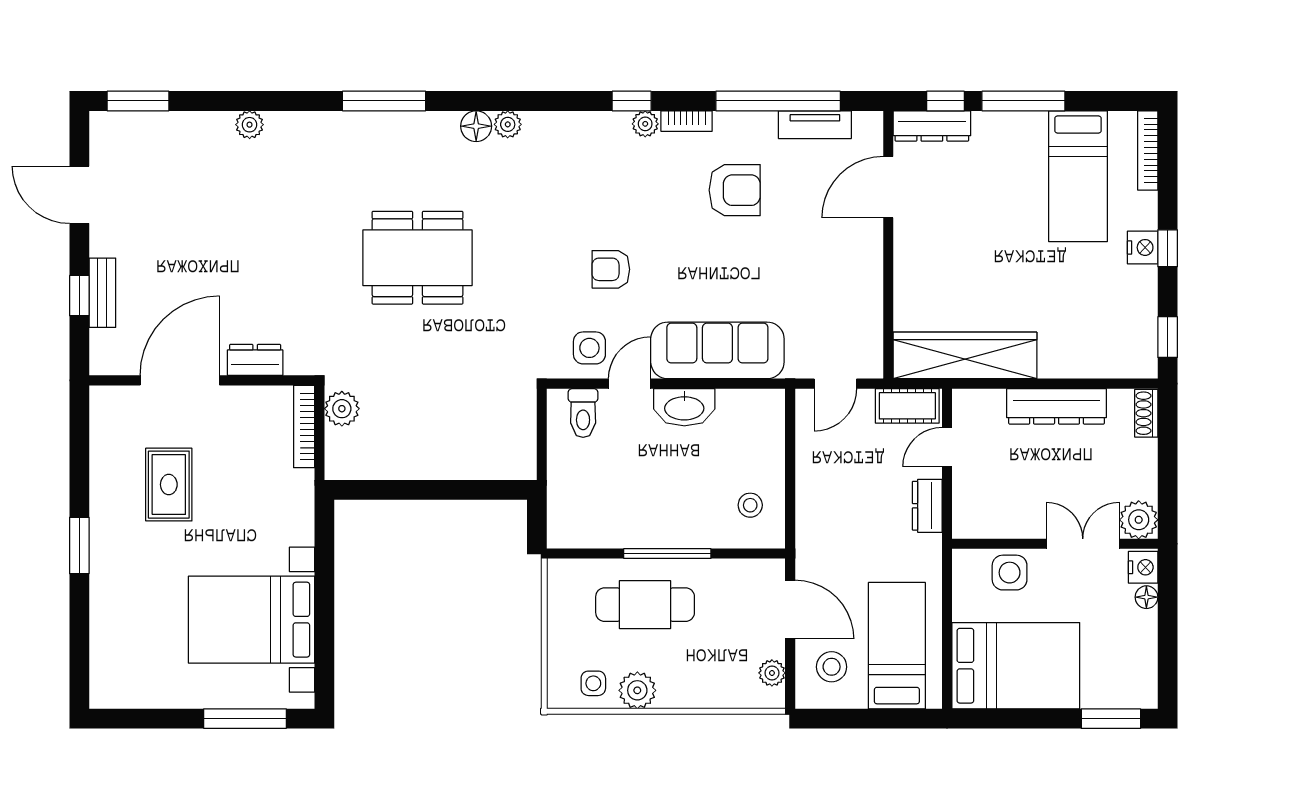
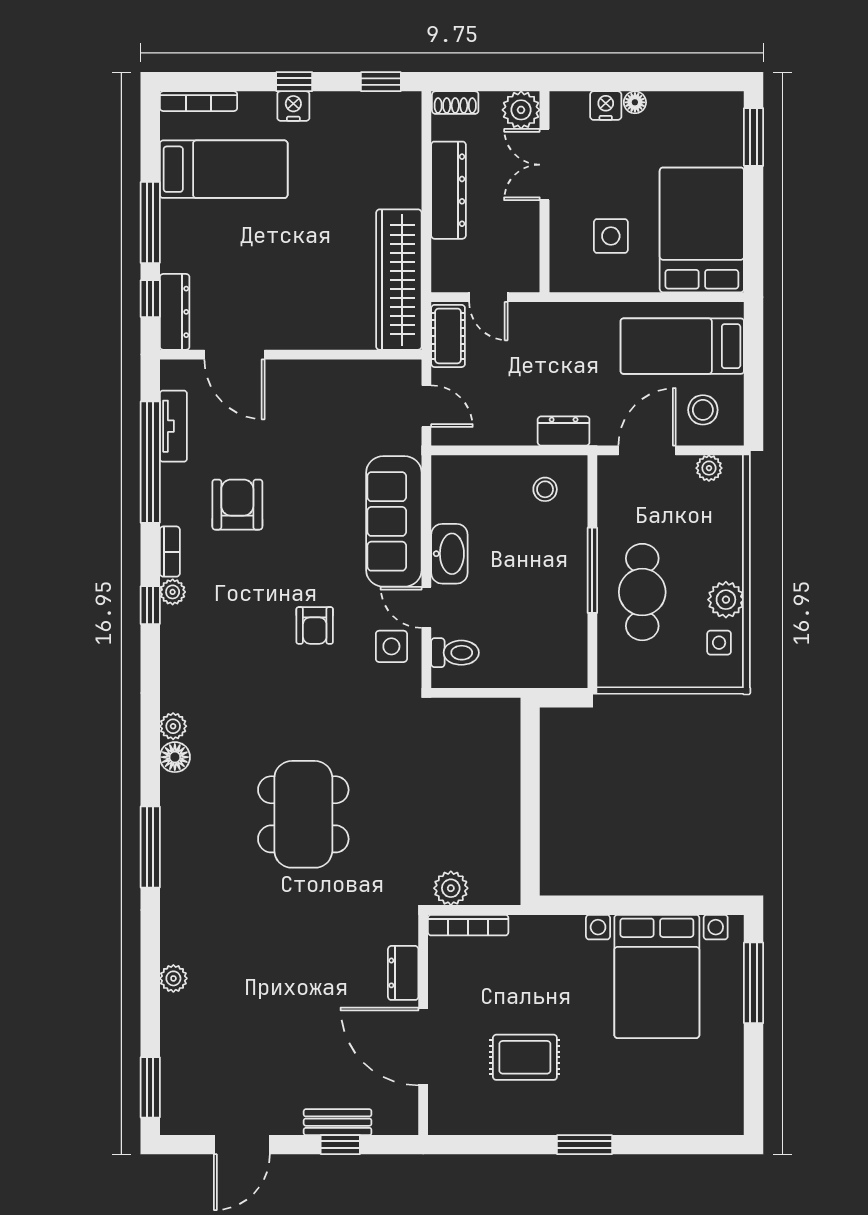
dresser: (927, 506) -> (564, 431), moved, turned 180
plant: (1139, 520) -> (521, 110), moved
wall: (1055, 544) -> (544, 192), moved
double door: (1083, 544) -> (544, 165), moved

